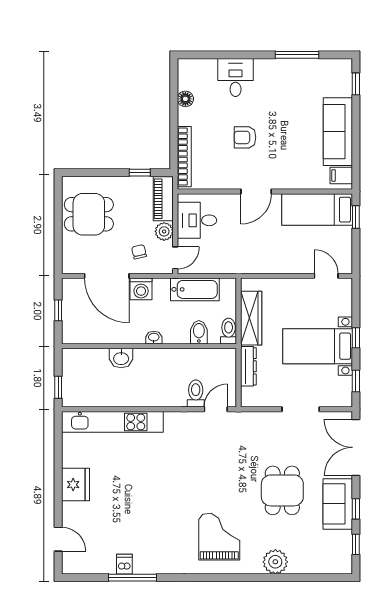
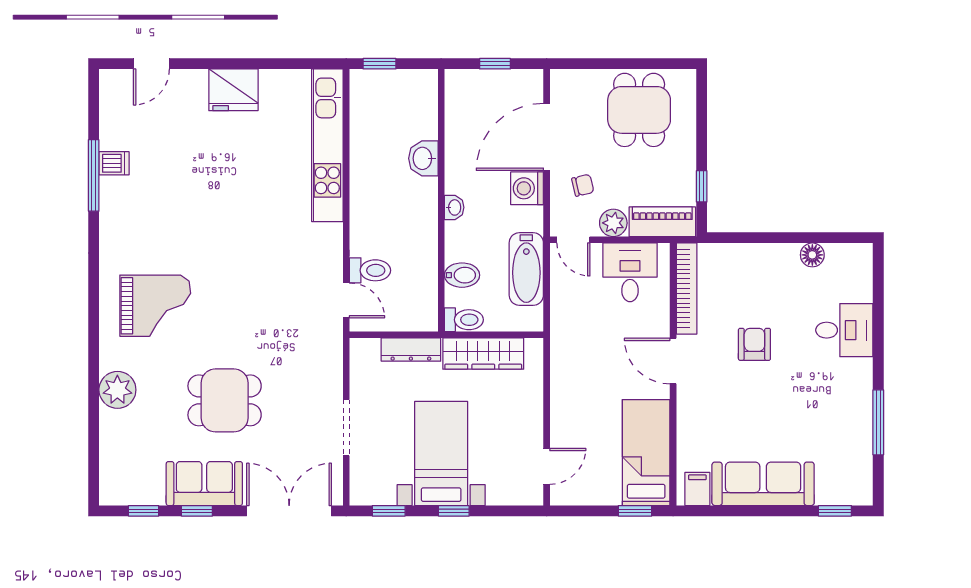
bookcase: (184, 157) -> (687, 289), moved, turned -90

